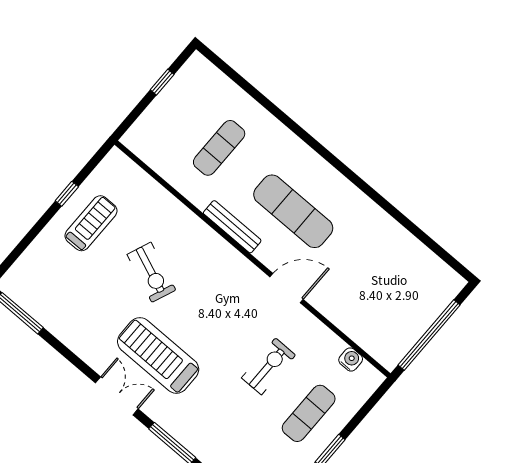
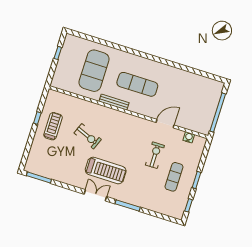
exercise mat: (219, 148) -> (94, 71), width x2.00, depth x1.45
door: (287, 288) -> (165, 124), moved
treadmill: (158, 355) -> (106, 171), turned 180
exercise mat: (309, 413) -> (174, 177), moved

